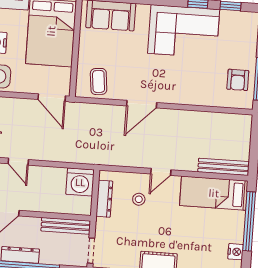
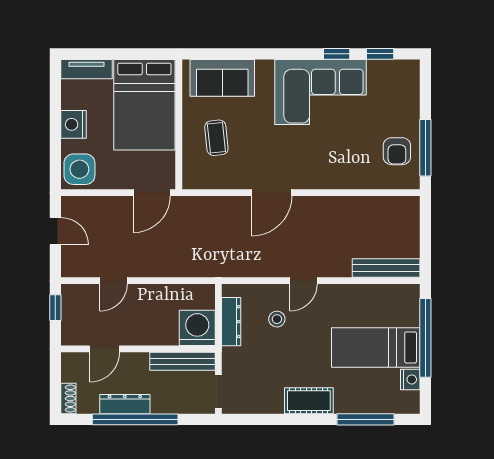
coffee table: (99, 81) -> (216, 138), moved
door: (52, 98) -> (152, 193), hinge flipped
door: (18, 162) -> (113, 281), hinge flipped
washing machine: (80, 182) -> (197, 328), moved, turned 180
bed: (214, 193) -> (376, 347), moved

